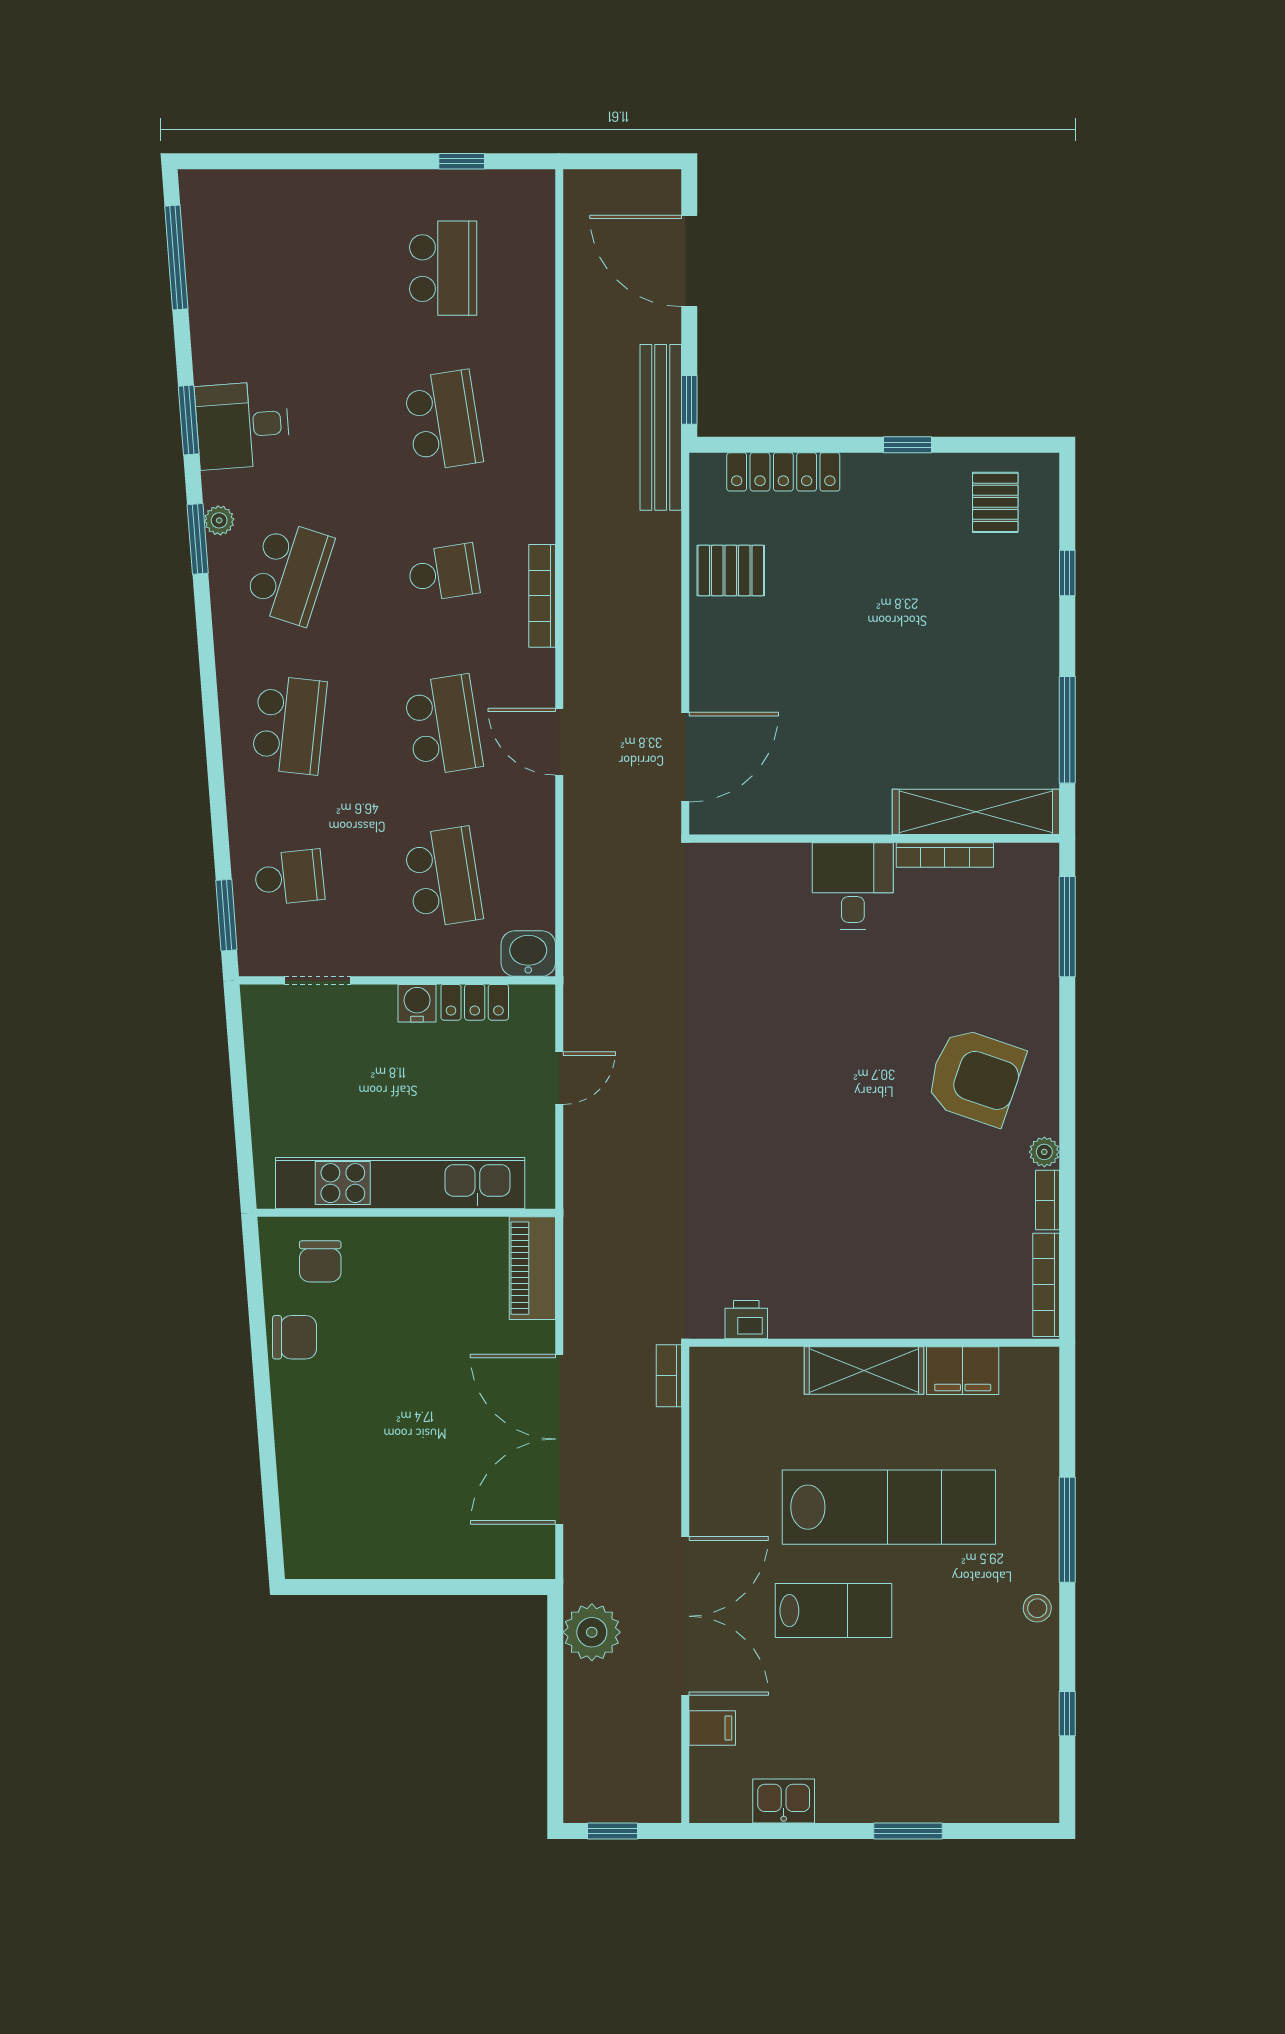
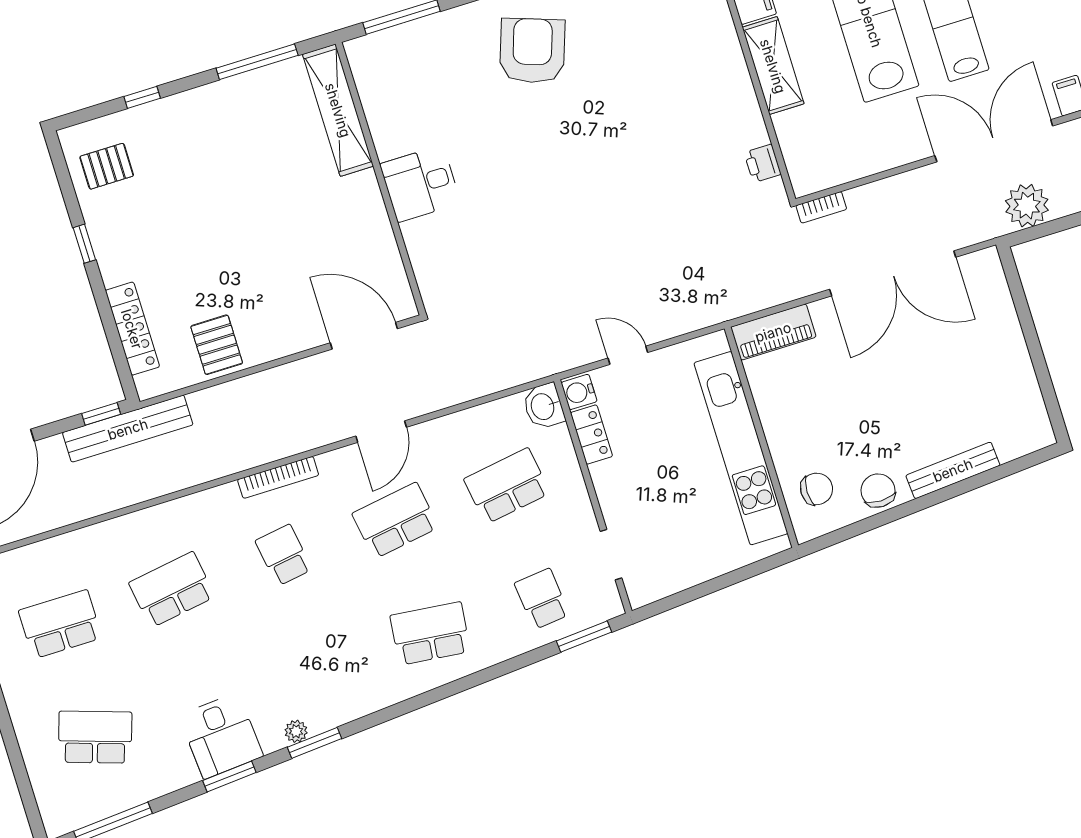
school desk: (289, 573) -> (95, 737), moved
bookcase: (945, 855) -> (377, 123), removed
water cooler: (417, 1003) -> (579, 392), moved
bench: (291, 1438) -> (953, 470), added

